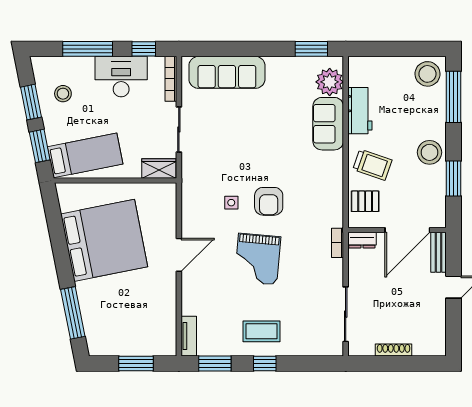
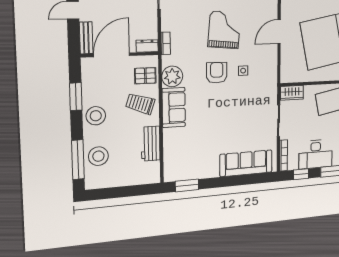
stool: (428, 74) -> (98, 156), moved
plant: (330, 82) -> (172, 76), moved
sofa: (328, 124) -> (174, 108), moved

